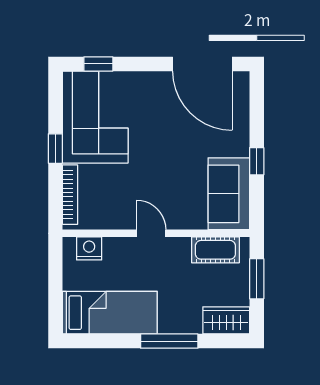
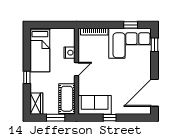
window: (55, 149) -> (131, 25), moved
nightstand: (89, 248) -> (70, 53), moved
cot: (215, 250) -> (67, 99), width x1.37, depth x1.34
window: (169, 341) -> (27, 77), width x0.46

